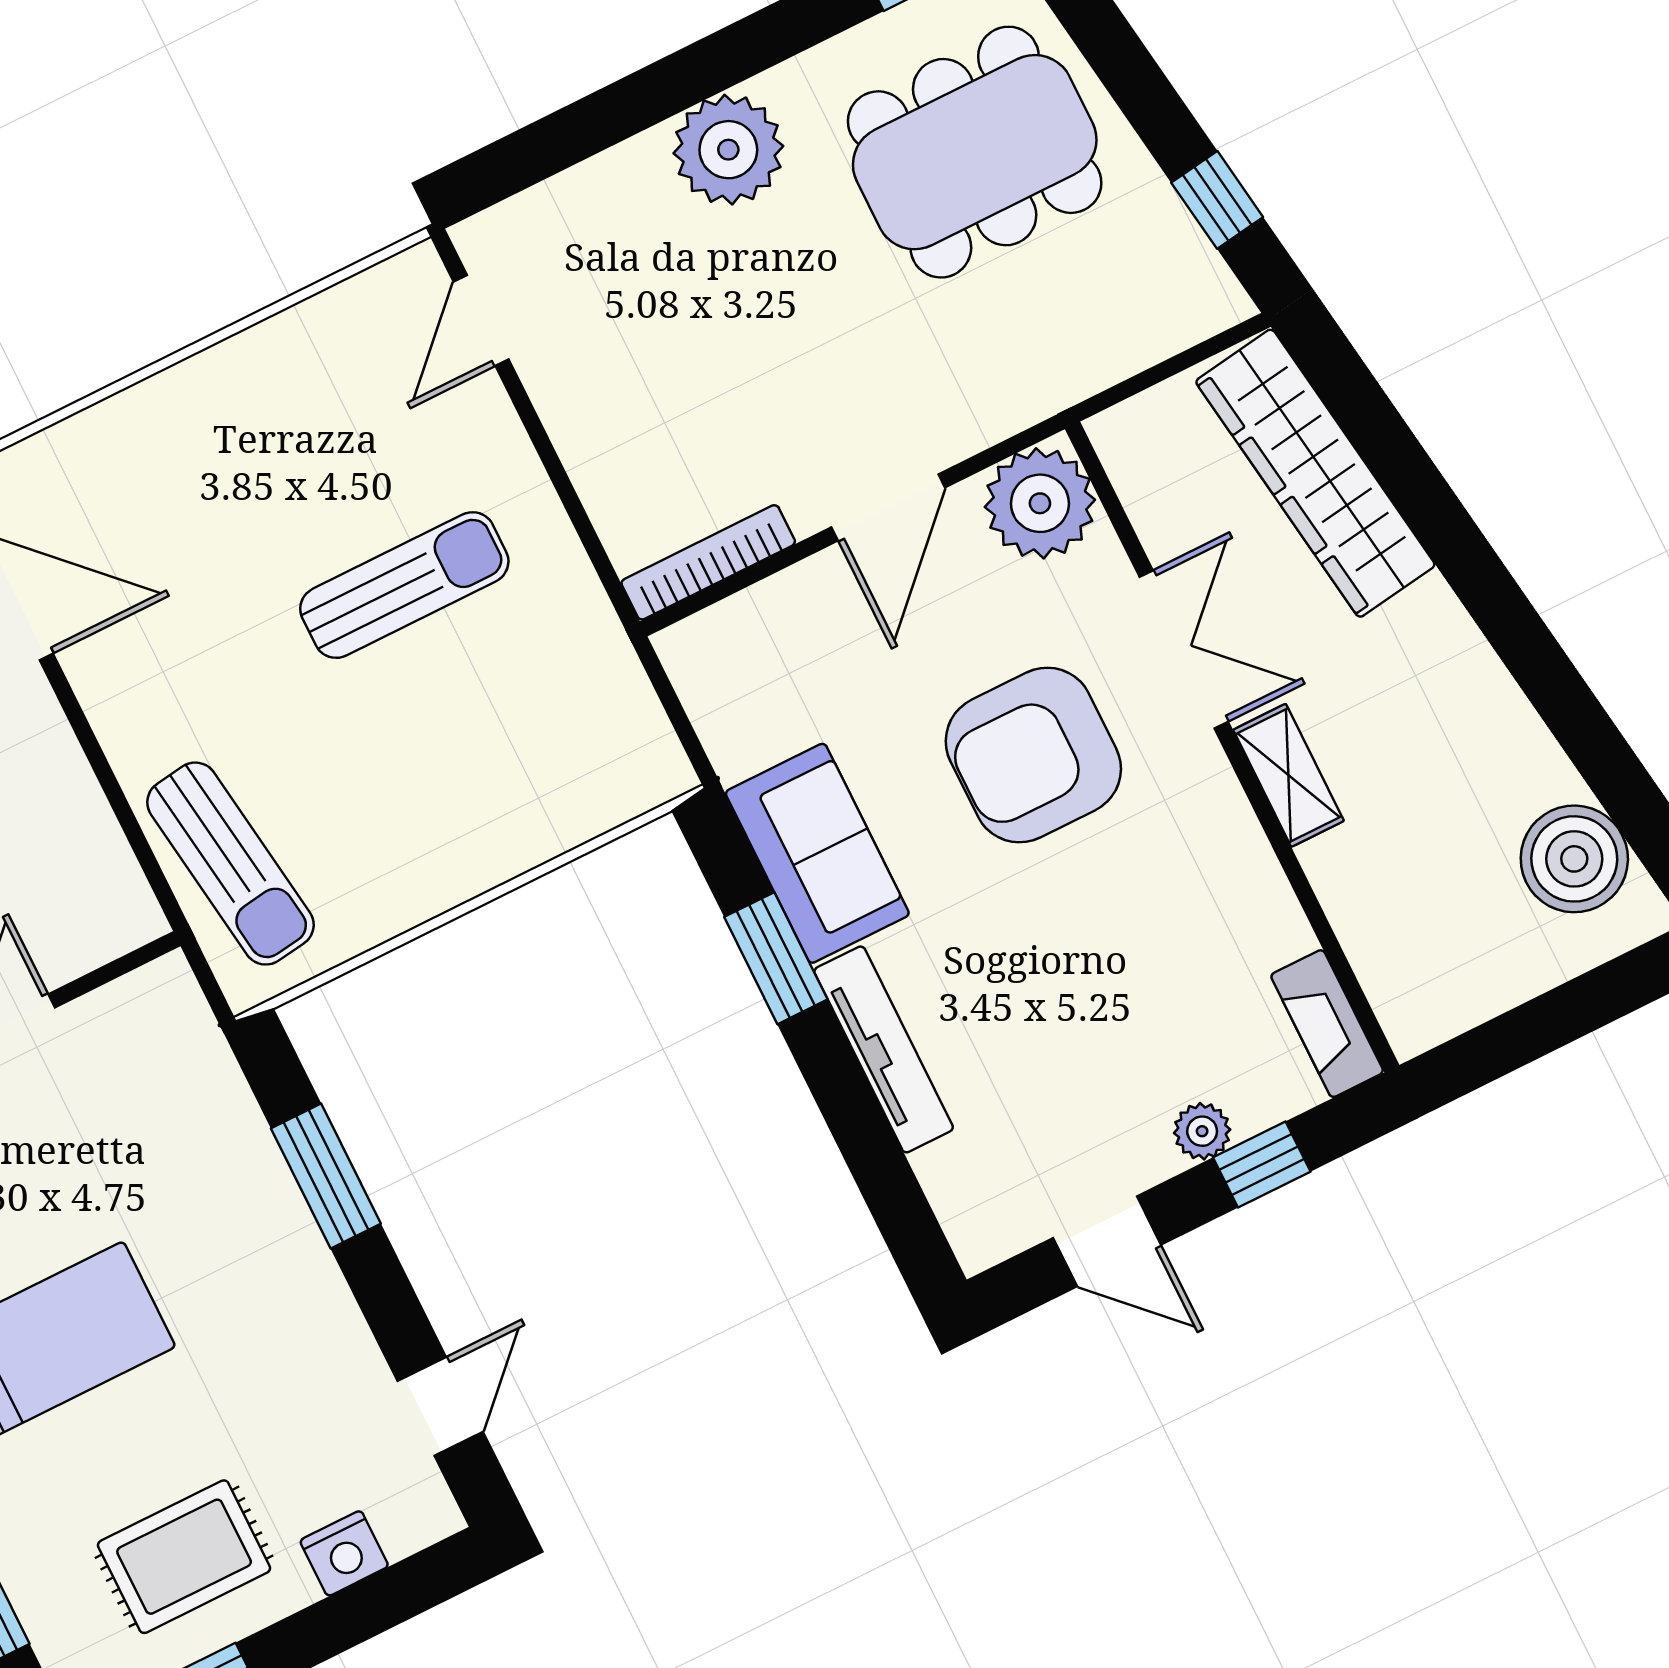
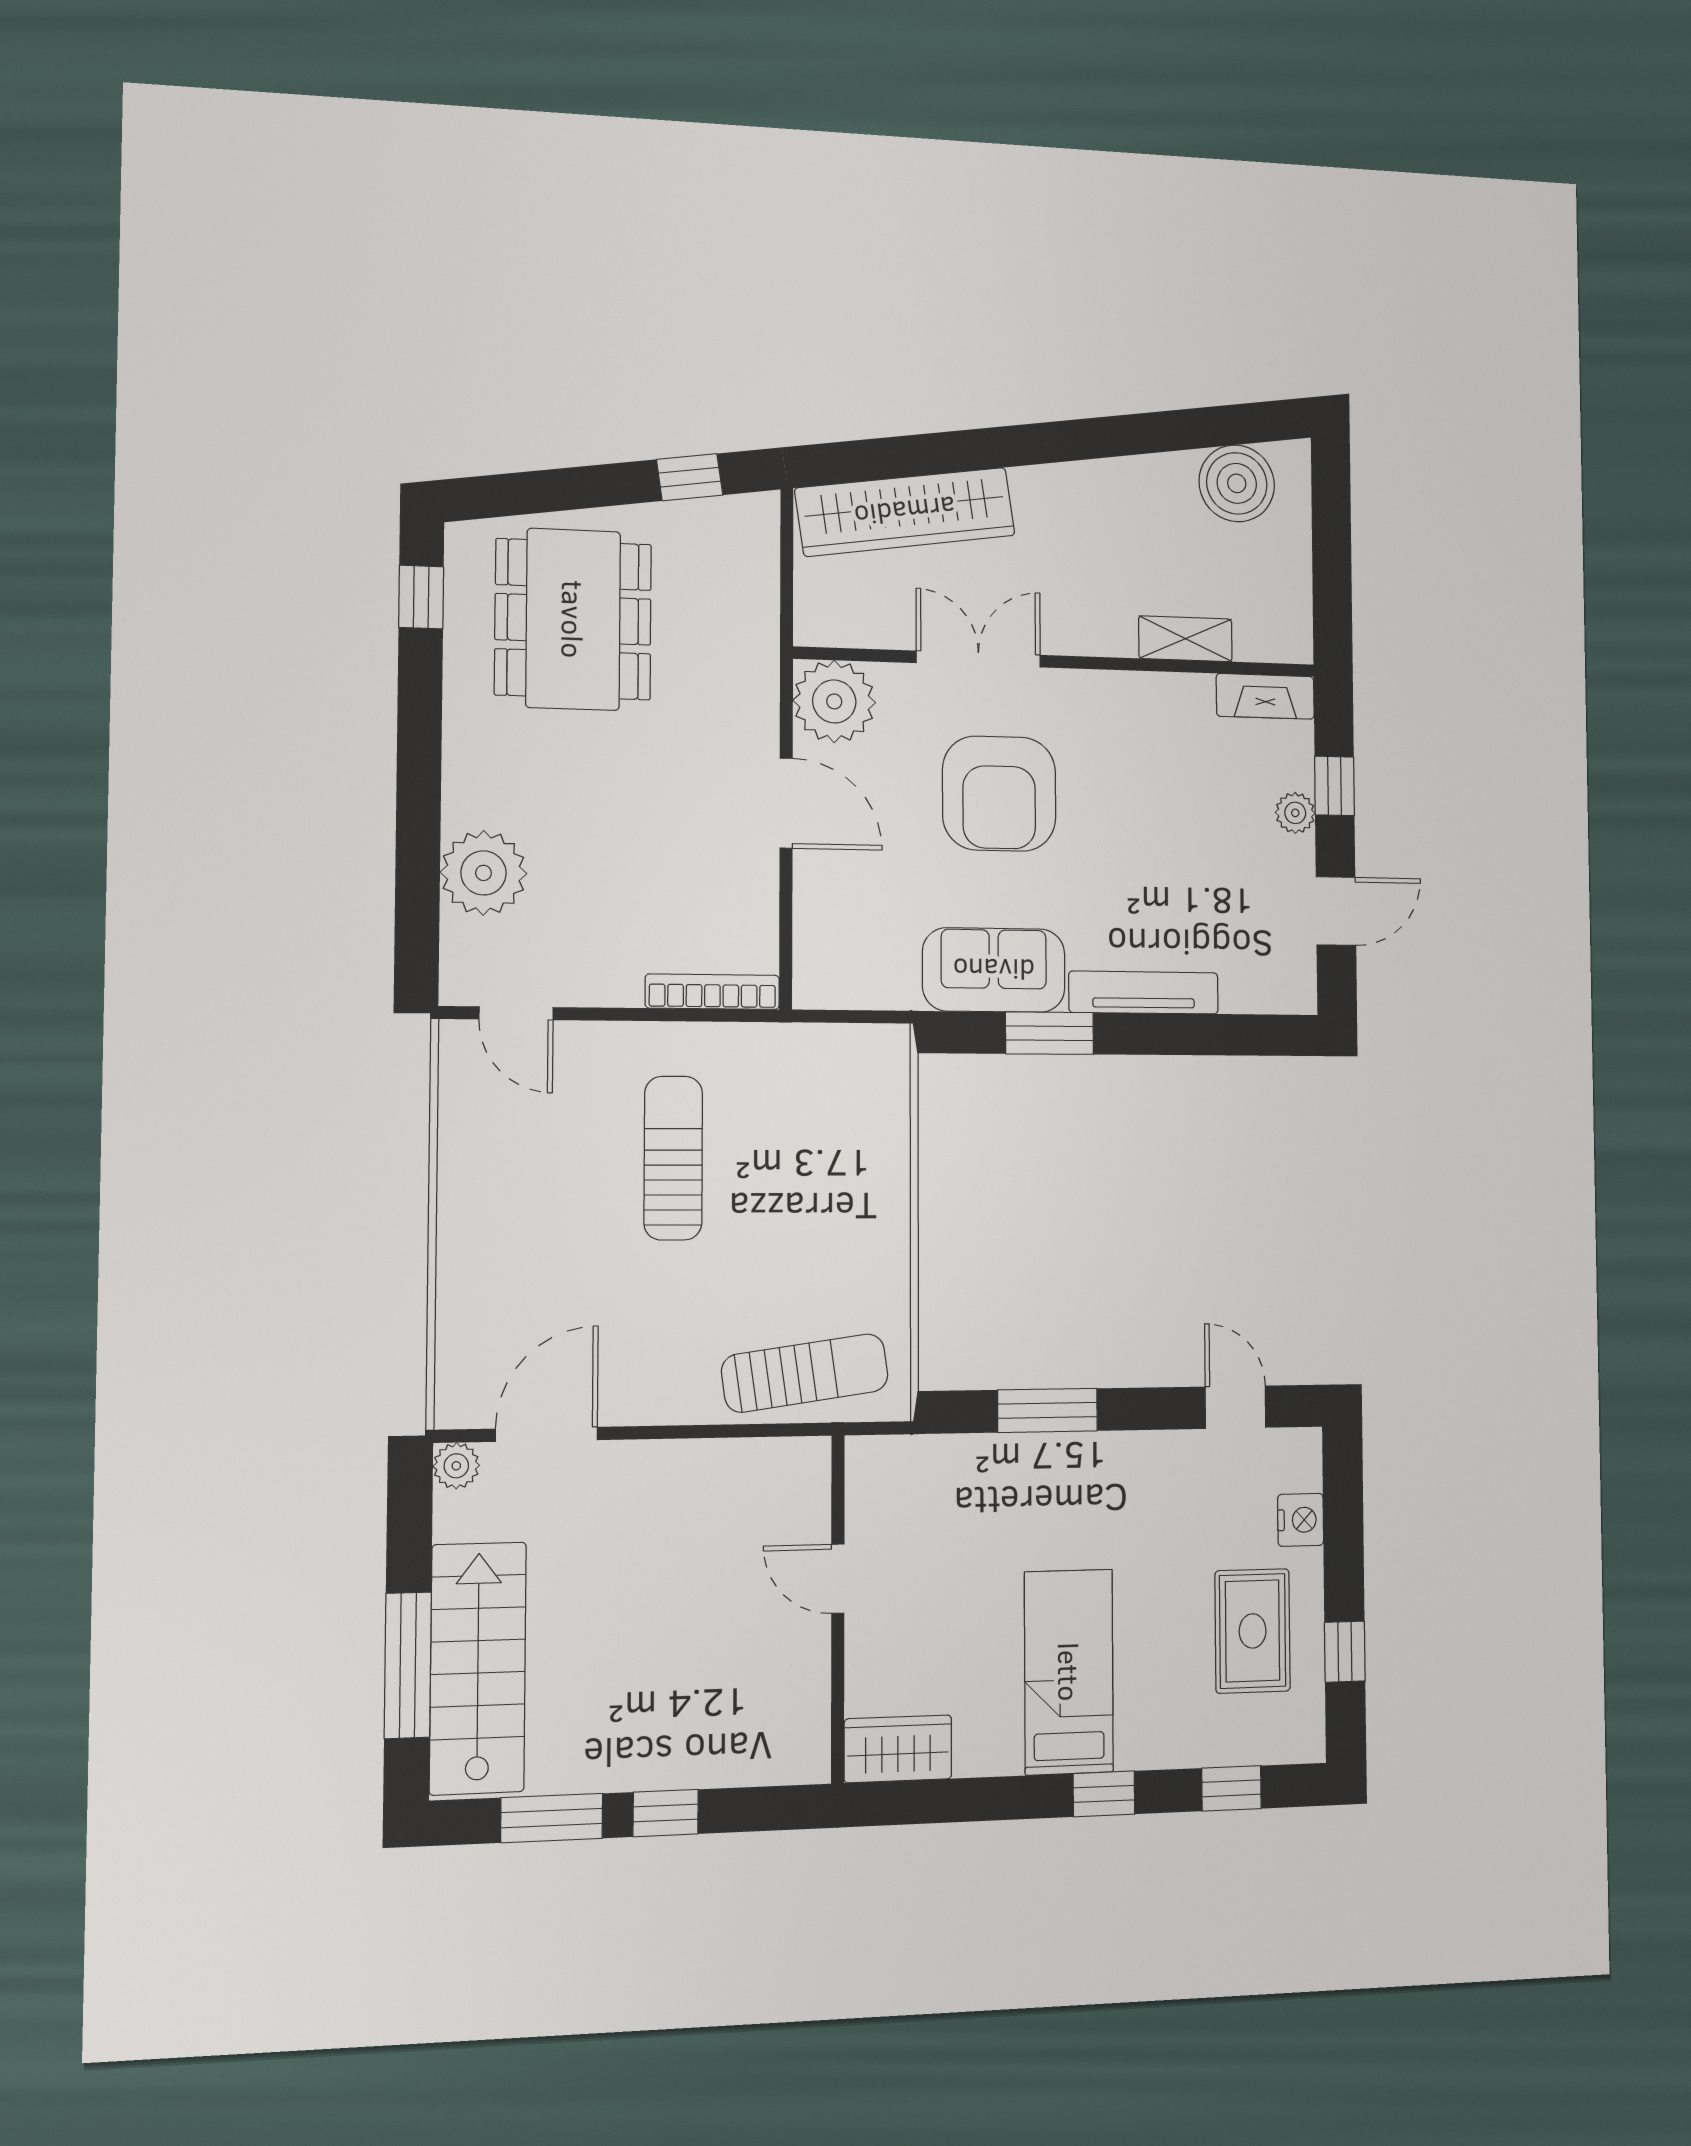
plant: (728, 150) -> (483, 873), moved
bookcase: (708, 562) -> (712, 992), moved, turned 90
shelving: (1288, 775) -> (1185, 639), moved

